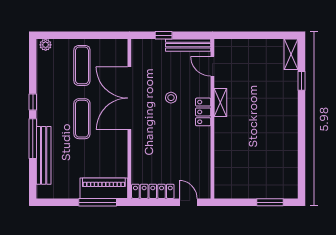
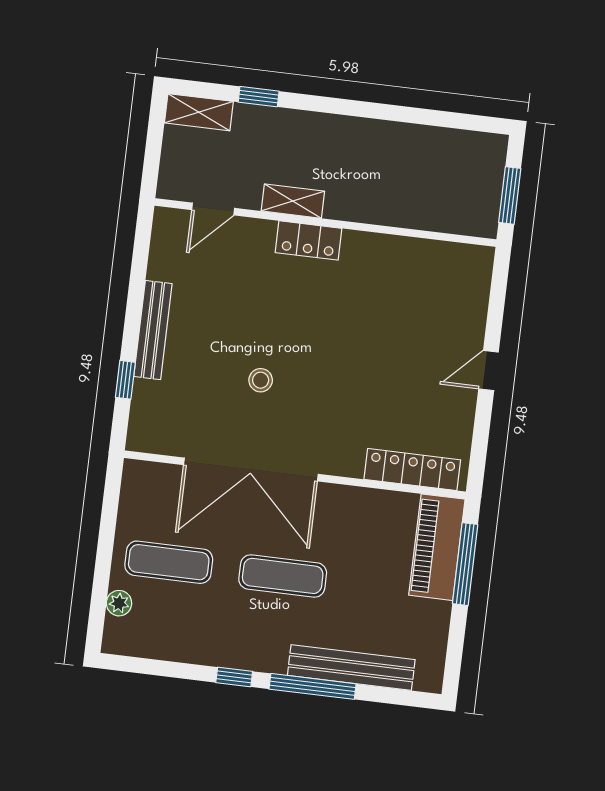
plant: (46, 45) -> (119, 603), moved
door: (212, 66) -> (213, 209), moved
shelving: (220, 103) -> (293, 201), moved
locker: (203, 112) -> (309, 240), moved
wall: (212, 119) -> (325, 223), moved
locker: (153, 191) -> (412, 470), moved, turned 90

